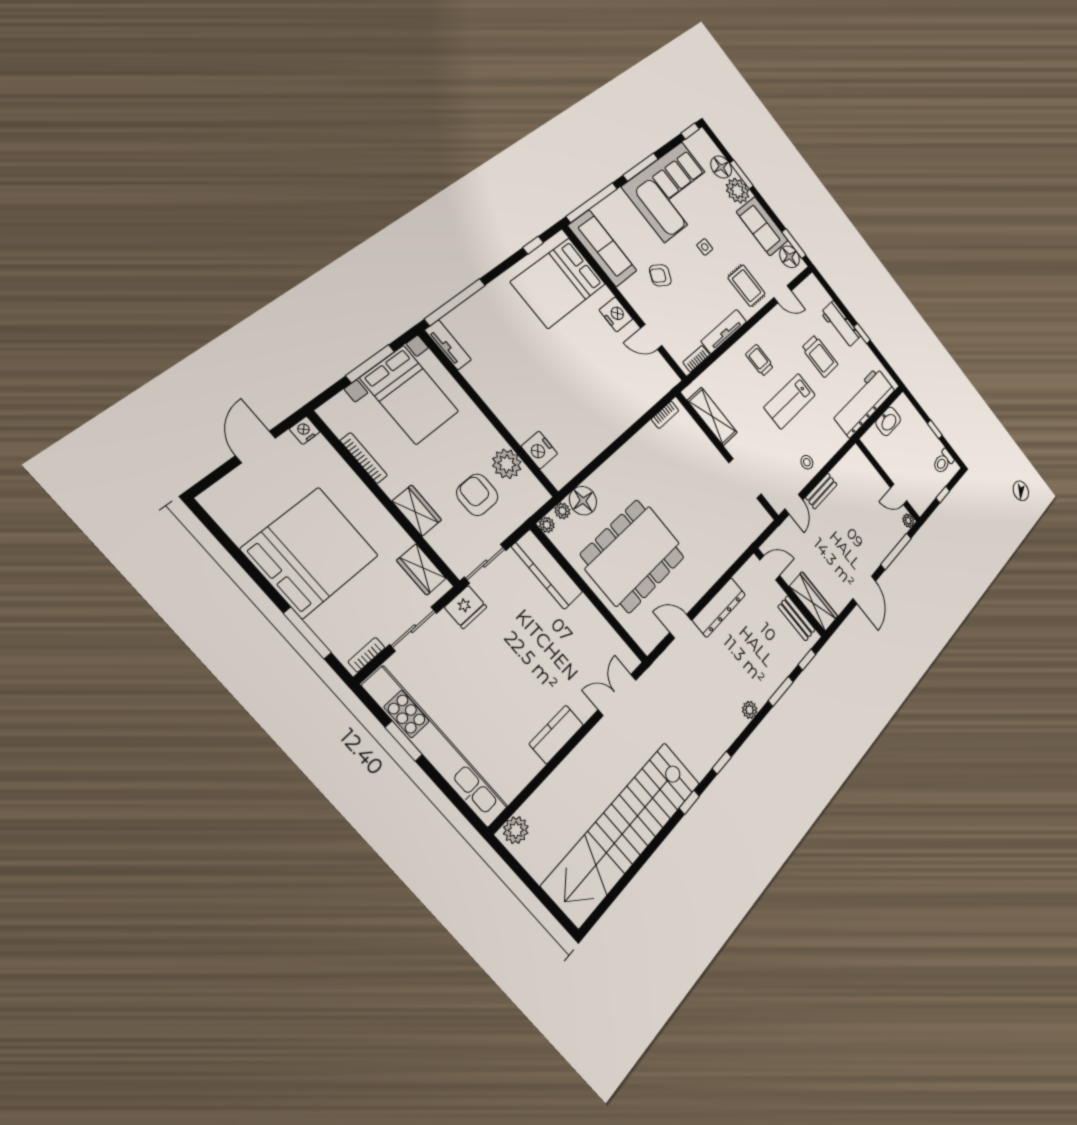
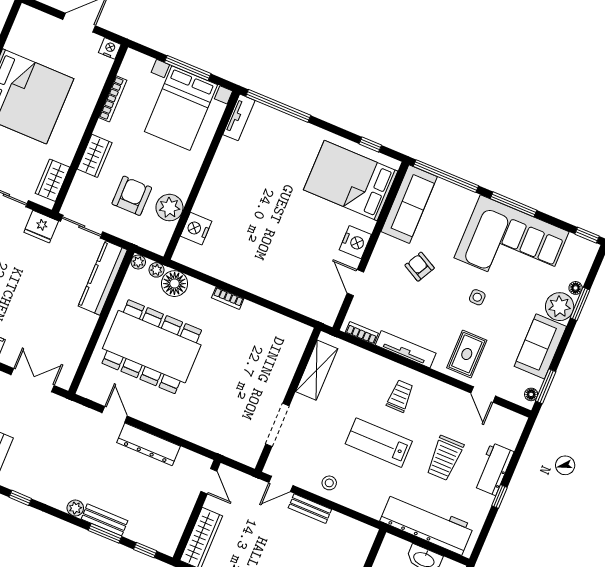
floor lamp: (721, 167) -> (576, 288), width x0.53, depth x0.53
floor lamp: (790, 257) -> (531, 394), width x0.53, depth x0.53
bookcase: (665, 415) -> (228, 298), moved
bench: (797, 618) -> (104, 520), moved, turned 90

